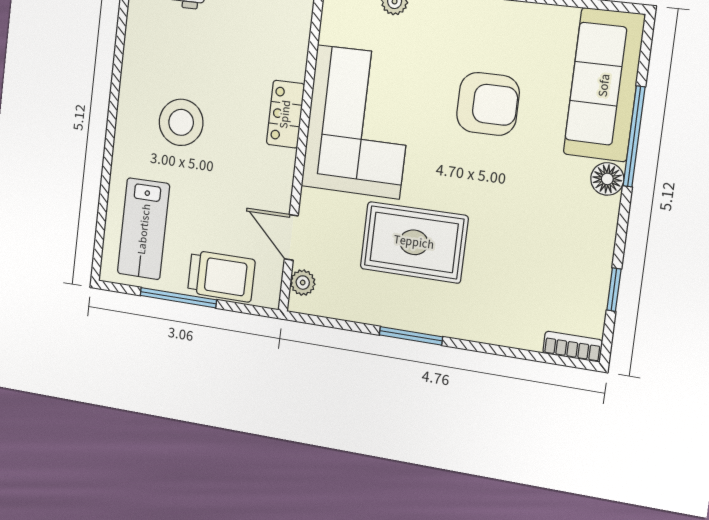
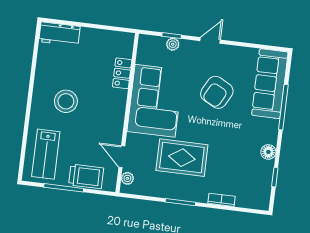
armchair: (488, 104) -> (217, 92), turned 118
locker: (285, 114) -> (122, 73), moved
floor lamp: (607, 179) -> (268, 152), moved
bookcase: (573, 347) -> (221, 200), moved

